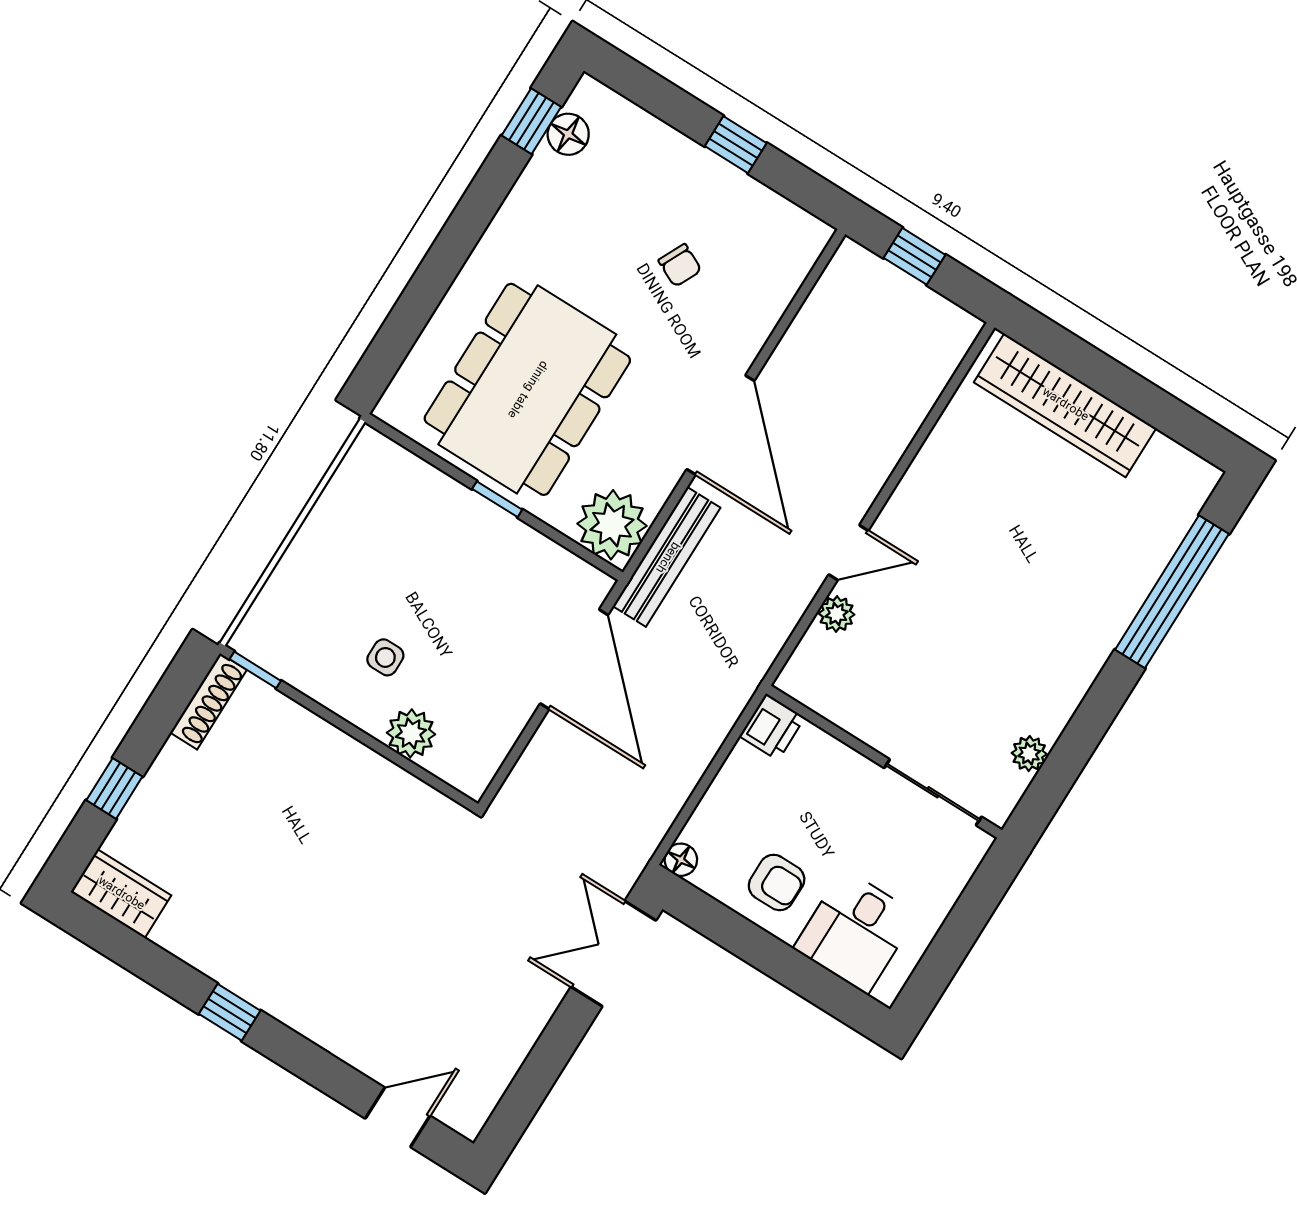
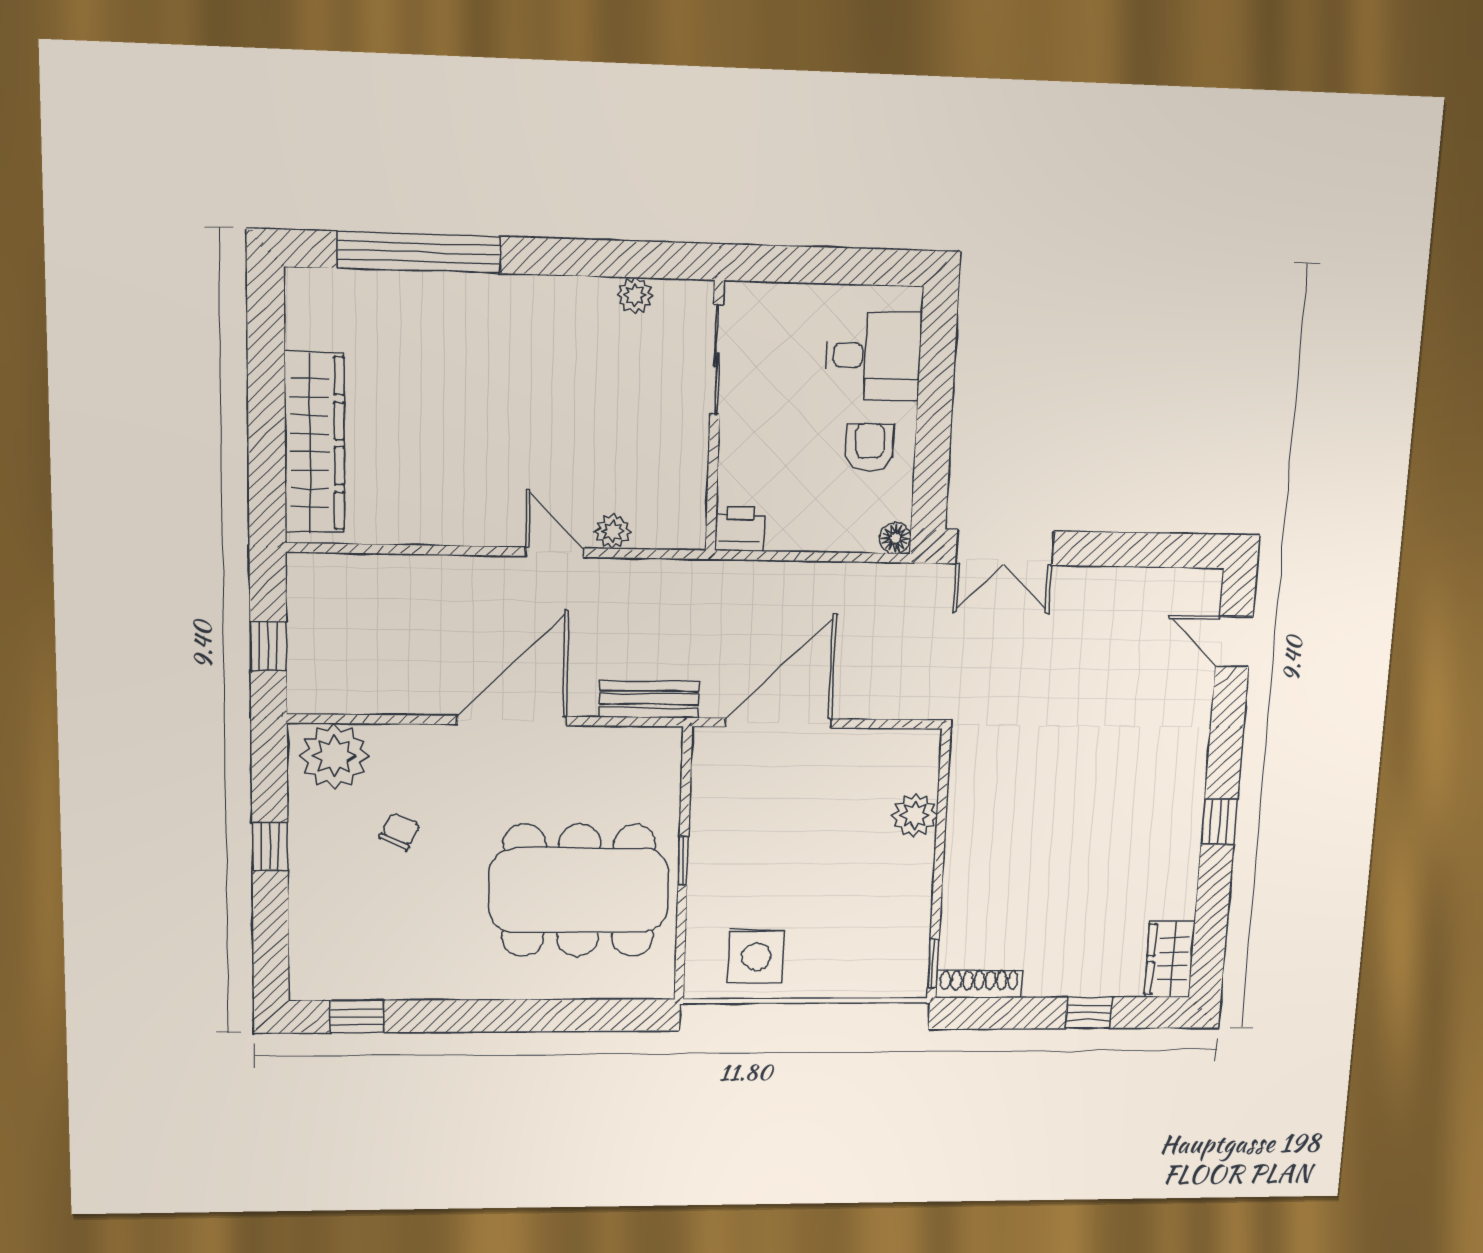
floor lamp: (568, 134) -> (349, 982), removed
plant: (612, 525) -> (334, 756), moved
bench: (667, 557) -> (649, 699), width x0.73
side table: (385, 657) -> (756, 957), moved, width x1.87, depth x1.87

